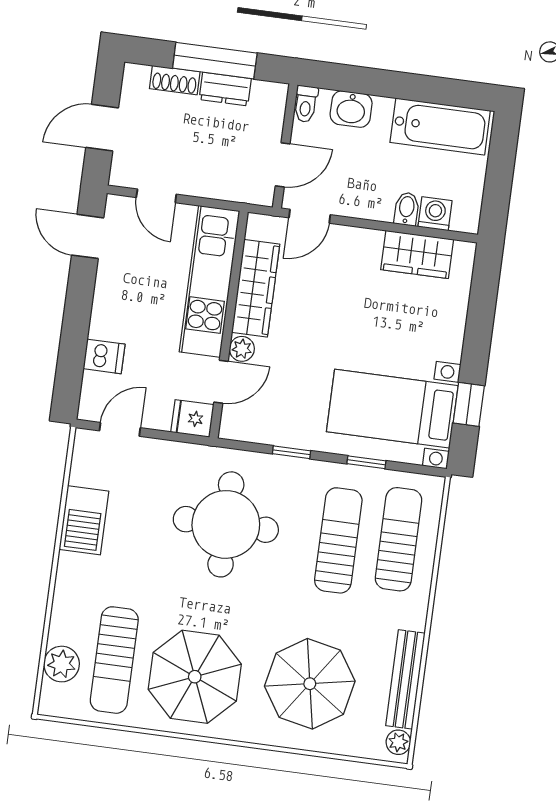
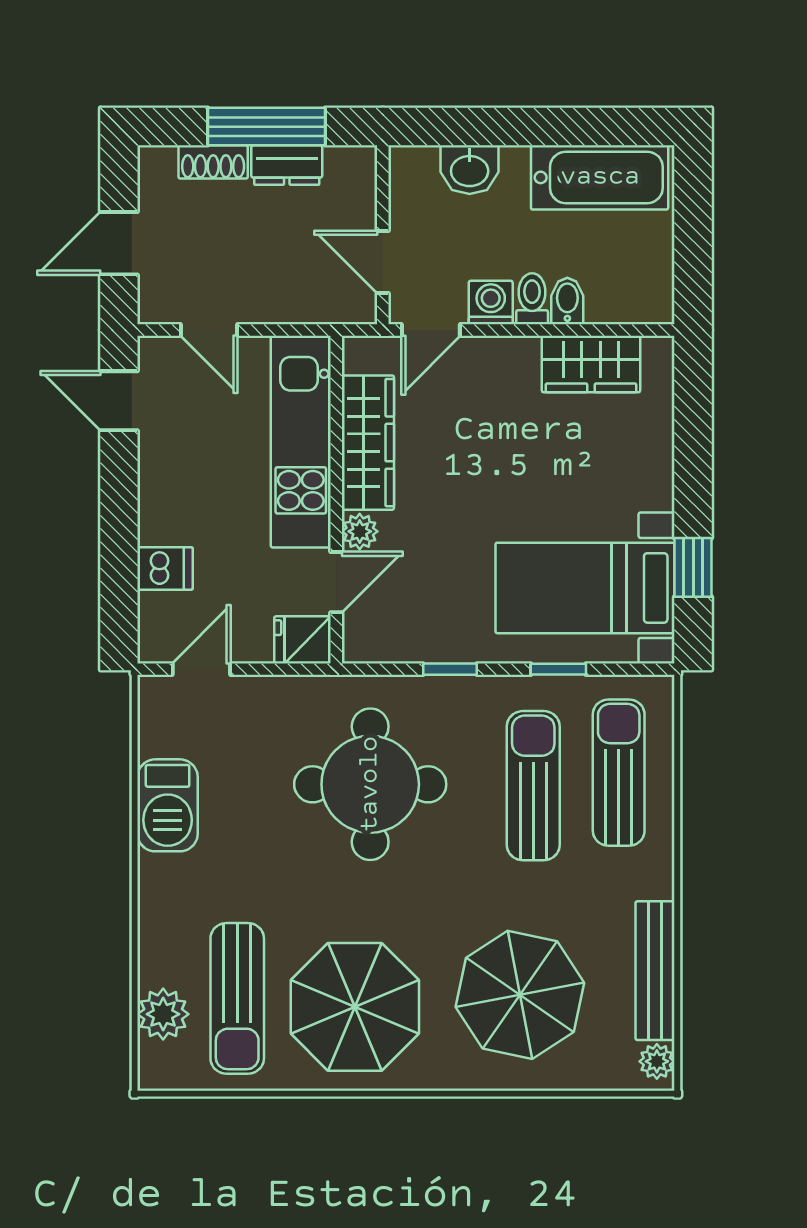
toilet: (306, 104) -> (532, 299), moved, turned 180
door: (283, 165) -> (383, 262), swing flipped
washing machine: (435, 214) -> (491, 303), moved

